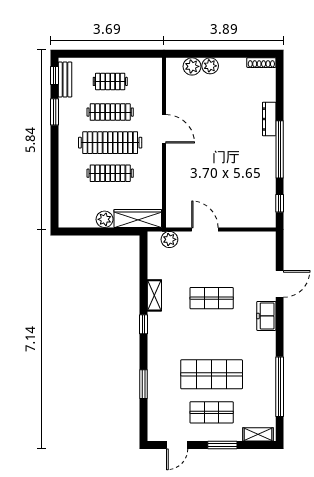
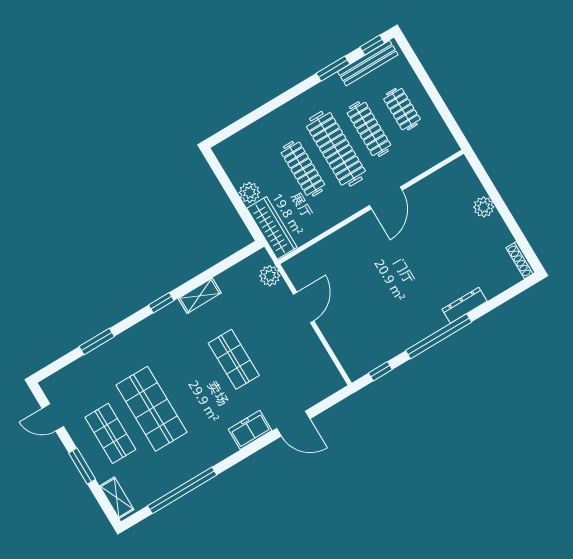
plant: (192, 66) -> (471, 188), removed
bench: (65, 79) -> (368, 63), width x1.36

